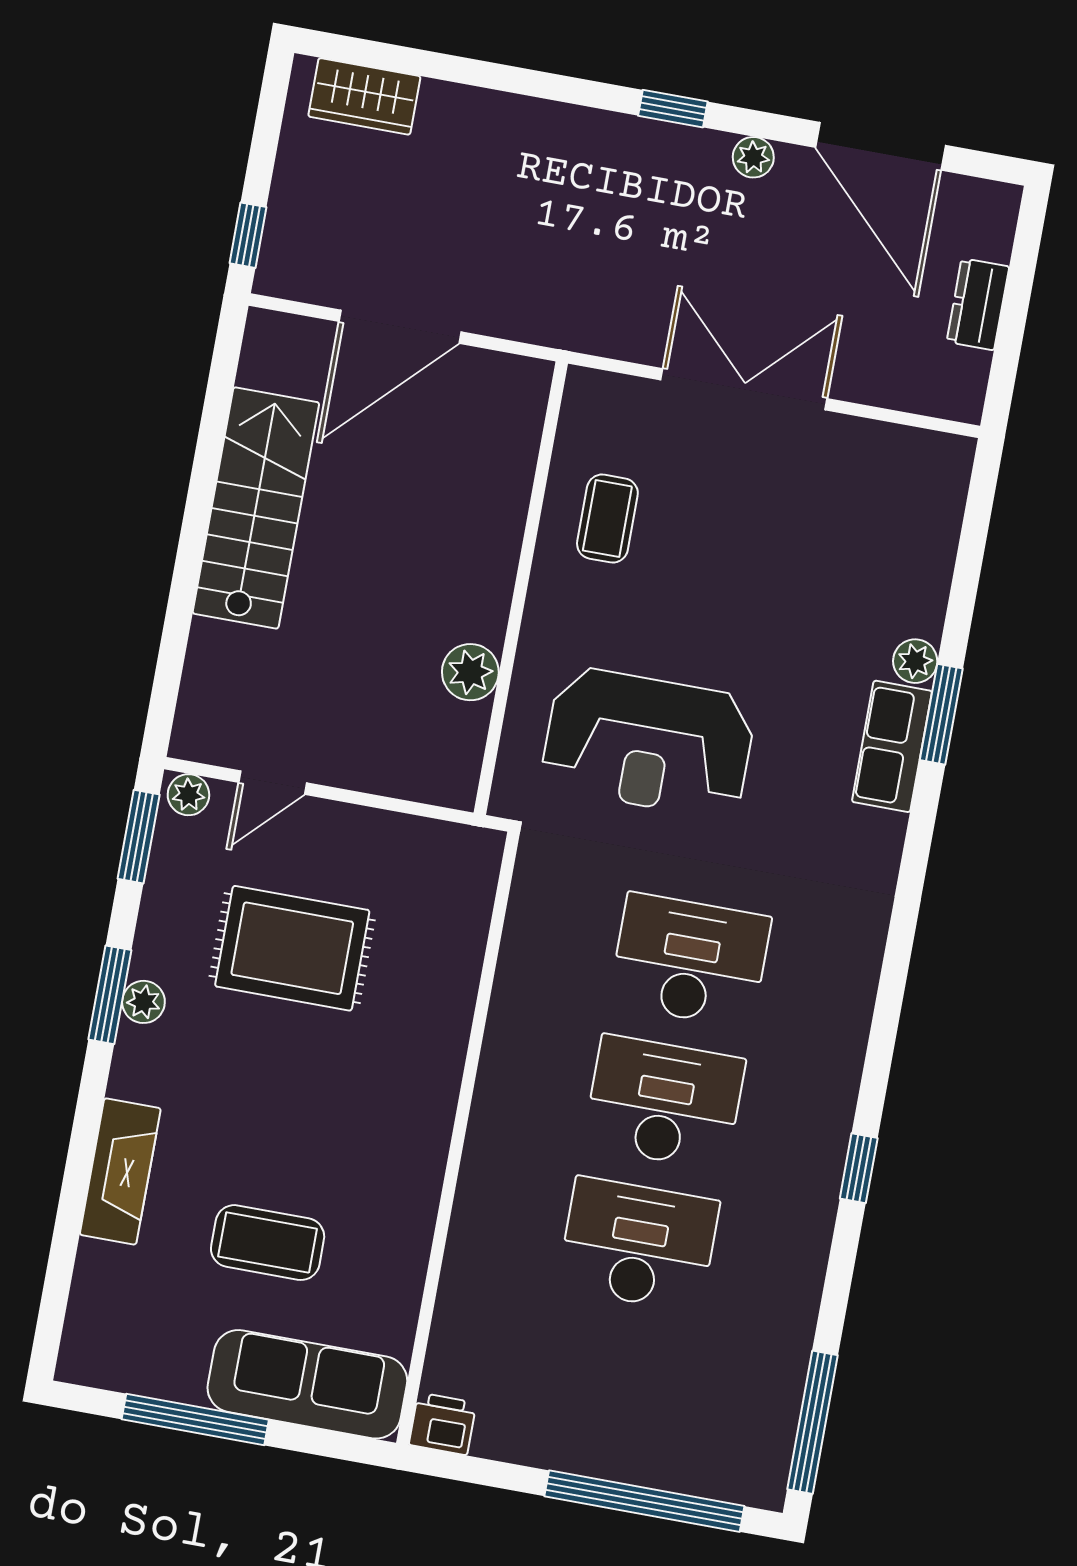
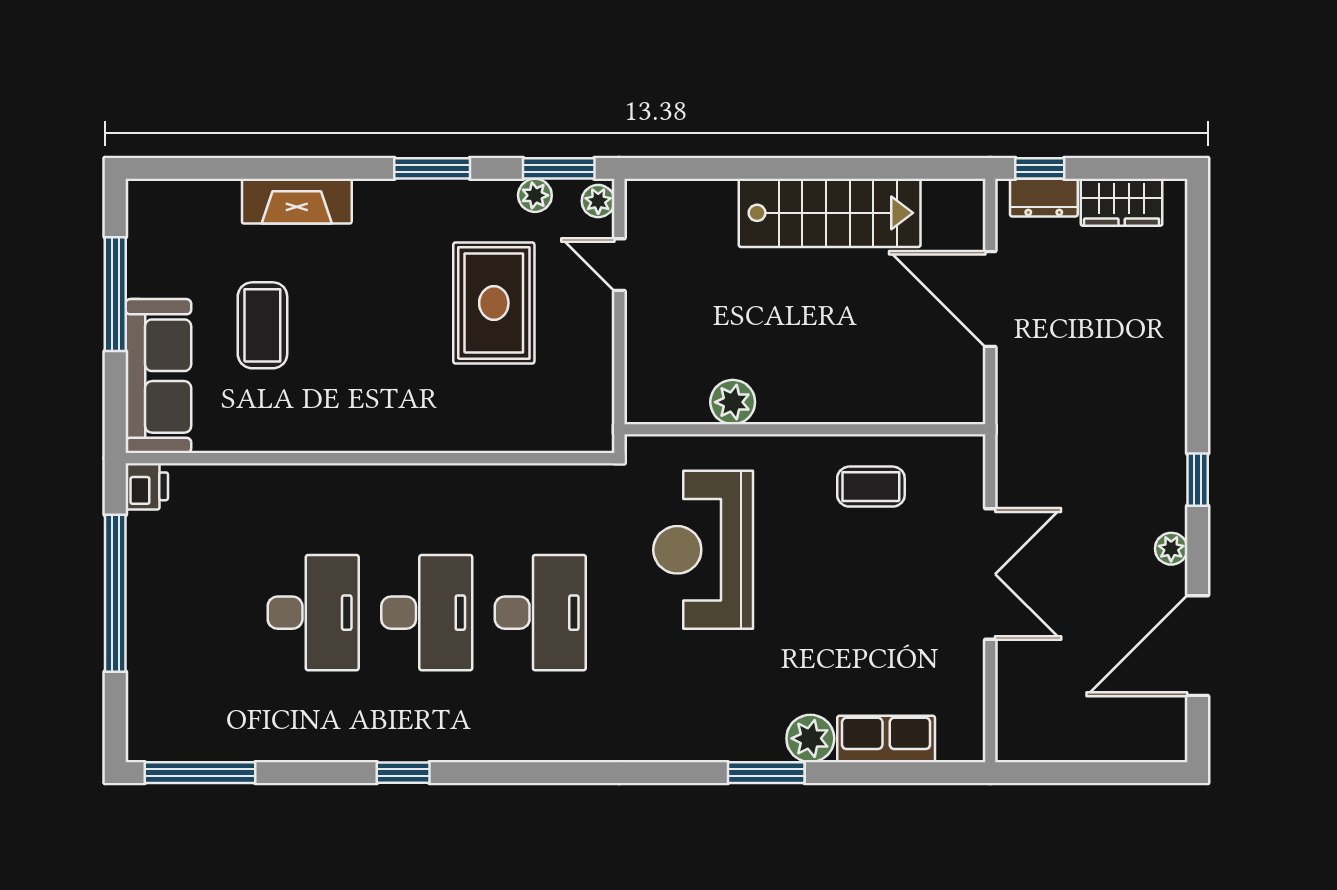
wardrobe: (364, 96) -> (1122, 202), moved, turned -90
dresser: (978, 304) -> (1044, 198), moved, turned 180
plant: (915, 661) -> (810, 738), width x1.38, depth x1.38
row of seats: (892, 746) -> (886, 739), moved
plant: (143, 1002) -> (535, 195), moved
window: (644, 1501) -> (115, 593), moved

